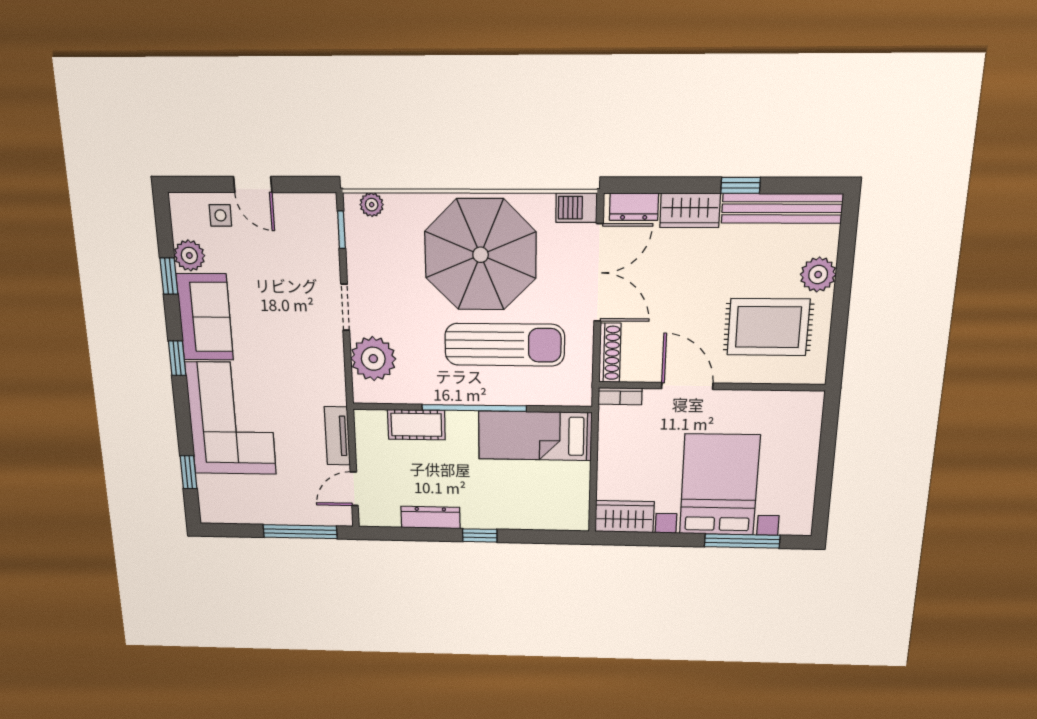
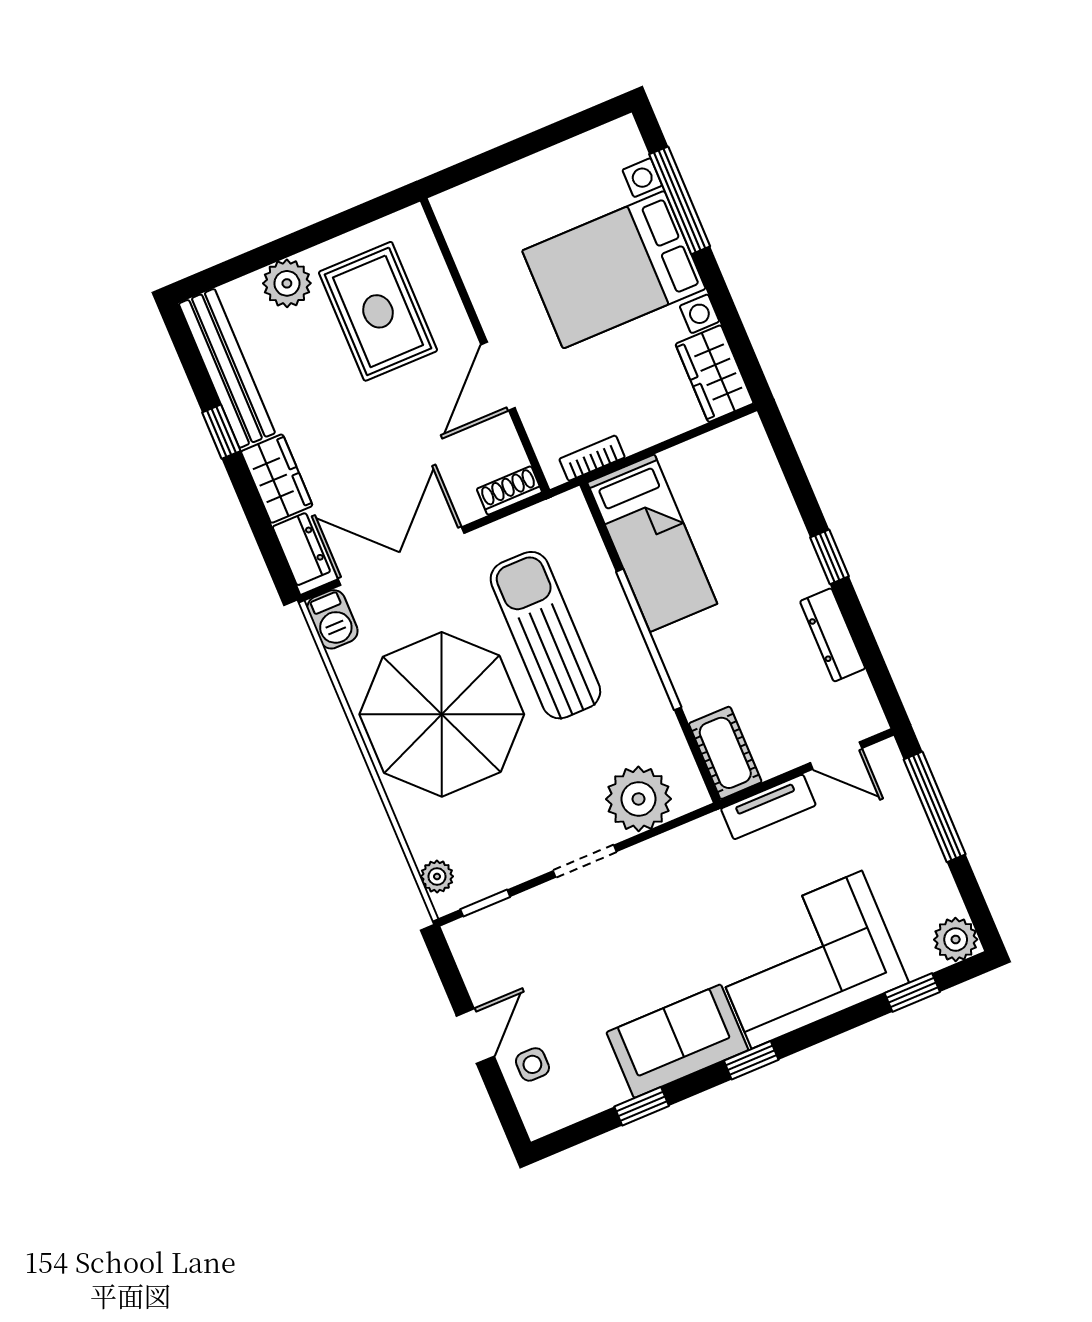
plant: (189, 255) -> (956, 939), moved
shoe rack: (610, 353) -> (509, 491), width x0.70
bookcase: (620, 396) -> (592, 458), moved, turned -90
cot: (416, 425) -> (725, 753), moved

